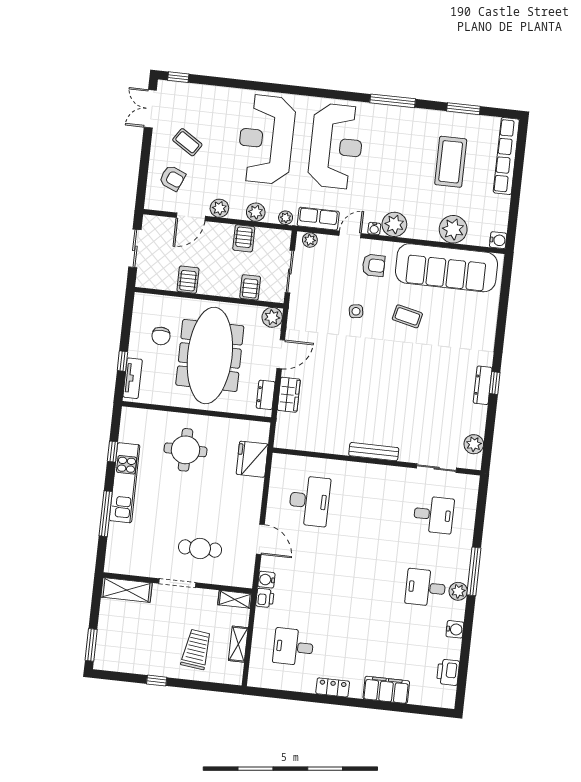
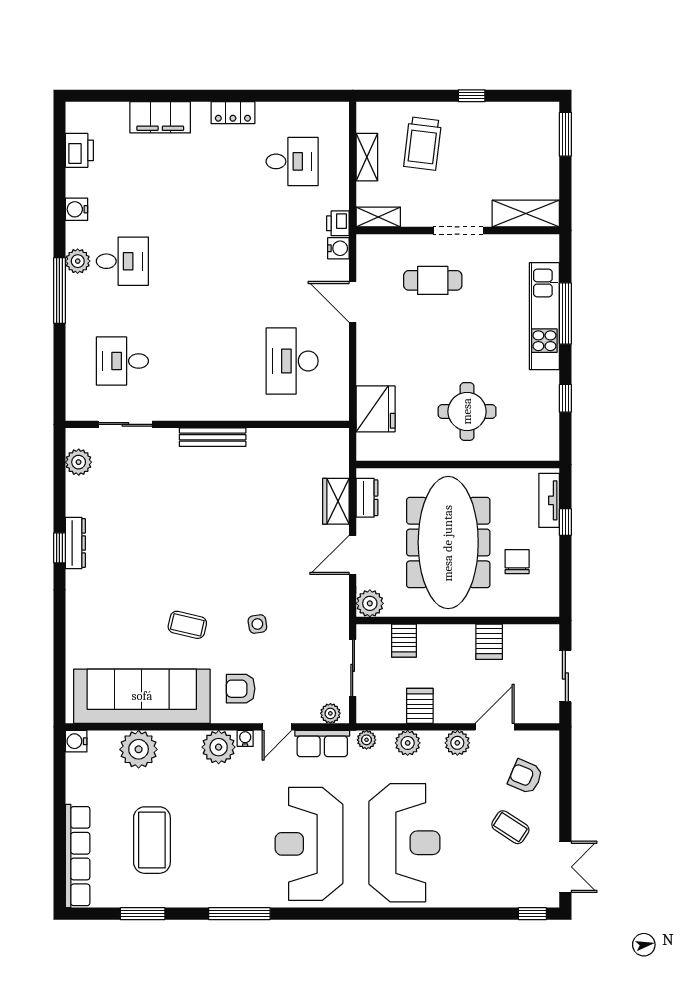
kitchen unit: (125, 483) -> (544, 316), moved

